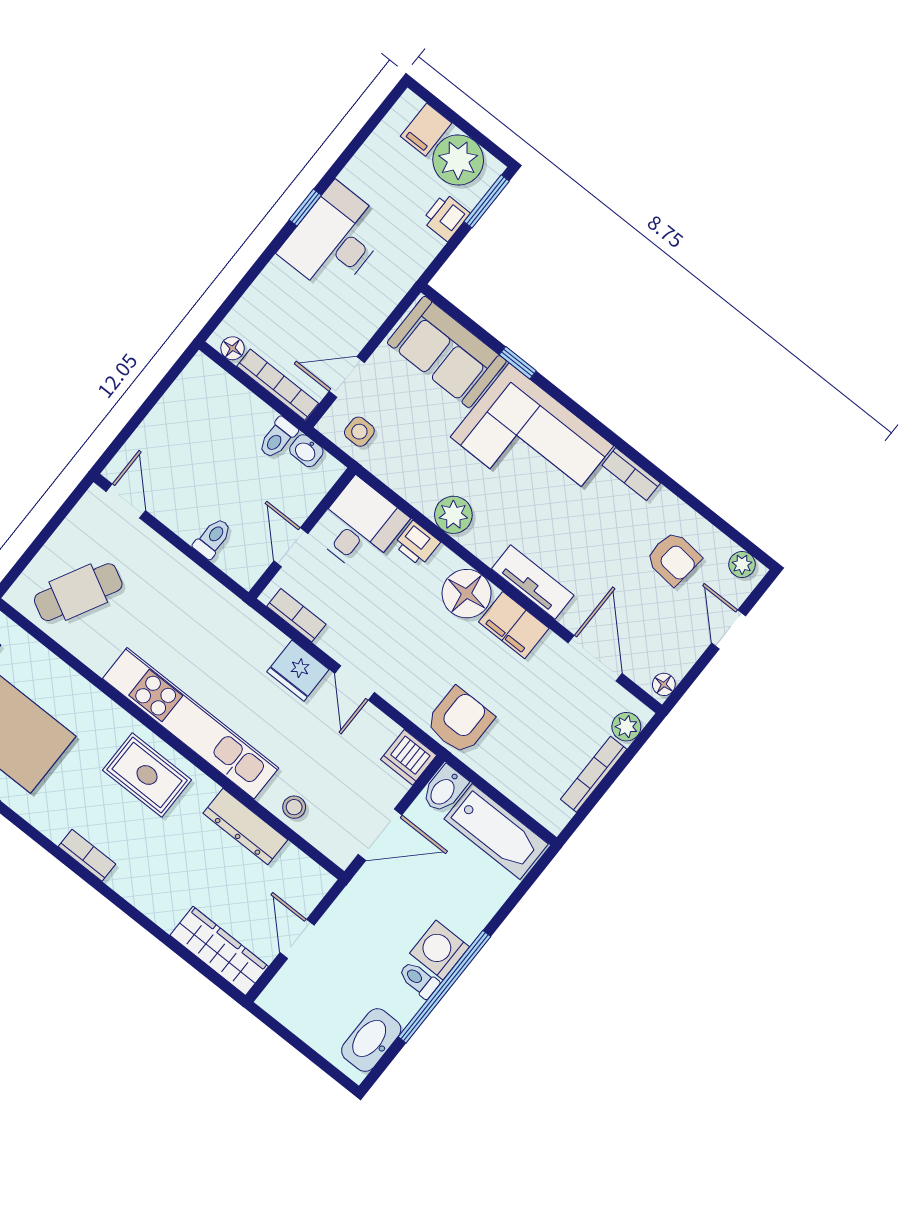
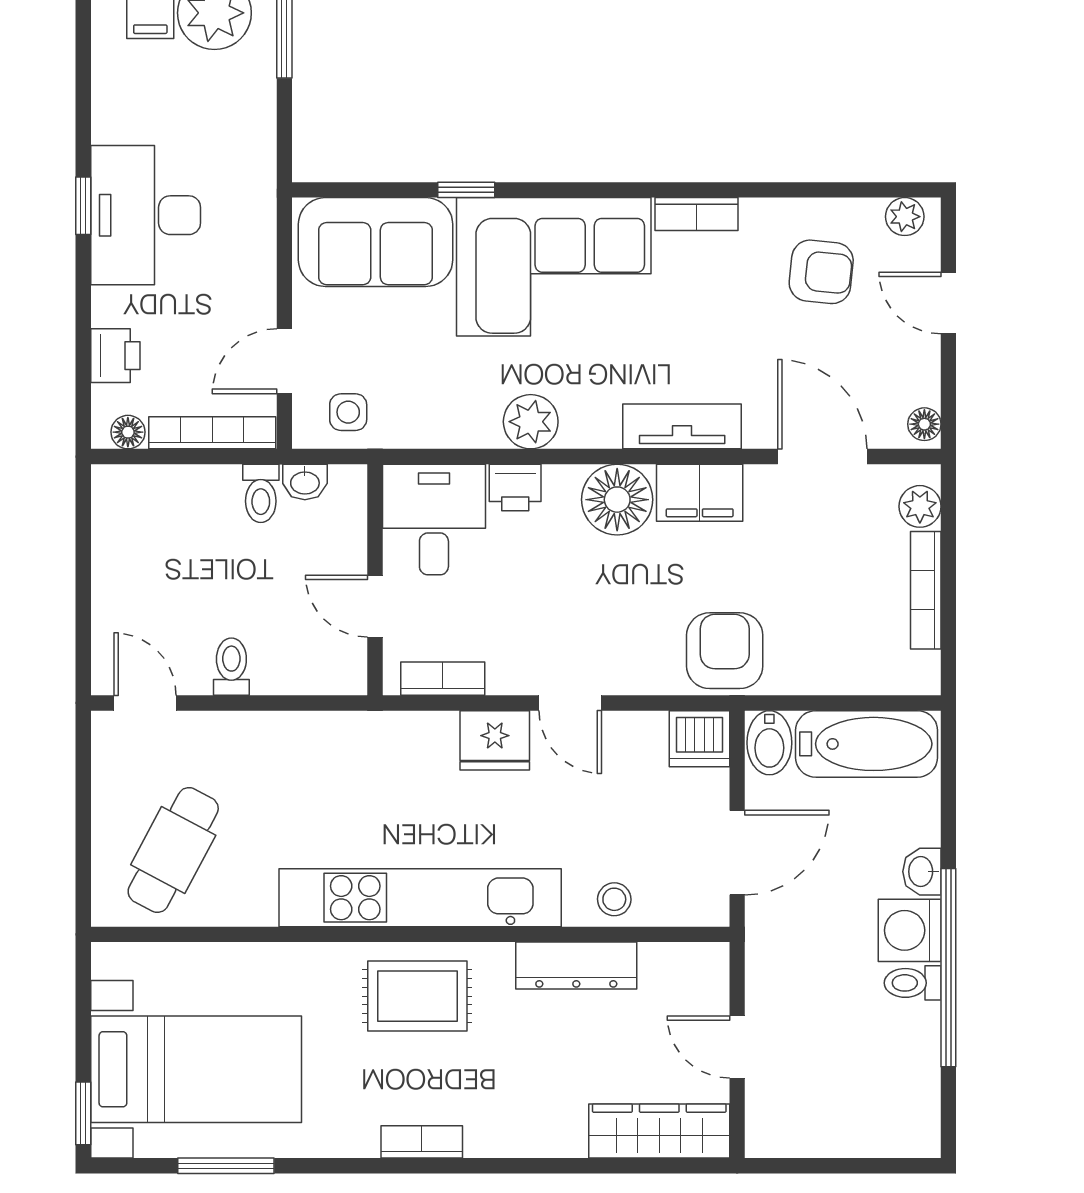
printer: (446, 217) -> (115, 356), moved, turned 180
toilet: (213, 538) -> (231, 667), moved
washbasin: (371, 1040) -> (922, 872), moved, width x0.52, depth x0.69

